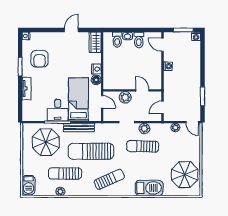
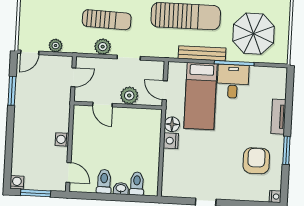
wardrobe: (95, 42) -> (171, 181), removed
door: (192, 122) -> (30, 52), swing flipped

